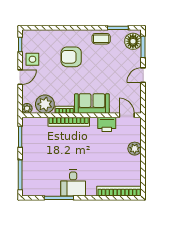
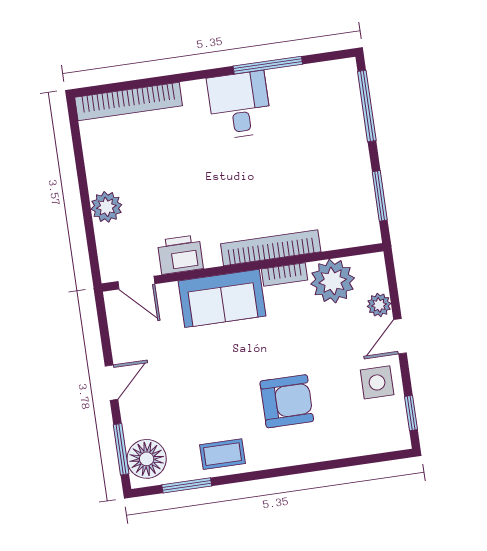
plant: (27, 108) -> (379, 305), moved

